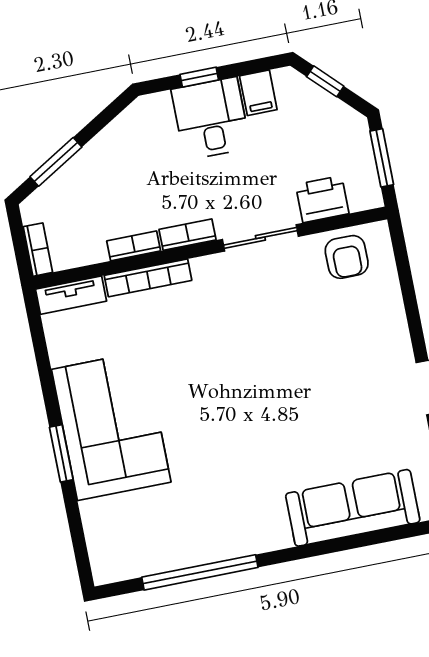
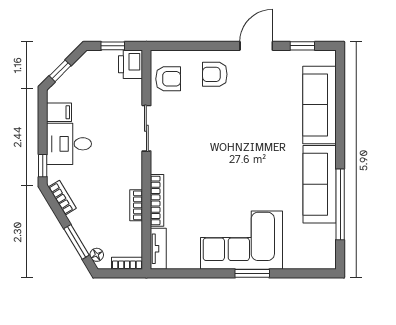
window: (199, 77) -> (43, 166), moved
window: (382, 158) -> (113, 46), width x0.67
floor lamp: (42, 198) -> (97, 255), added
printer: (322, 199) -> (131, 64), moved
bookcase: (188, 235) -> (62, 198), moved, turned 149
armchair: (368, 330) -> (215, 74), added
sofa: (225, 533) -> (320, 184), added

